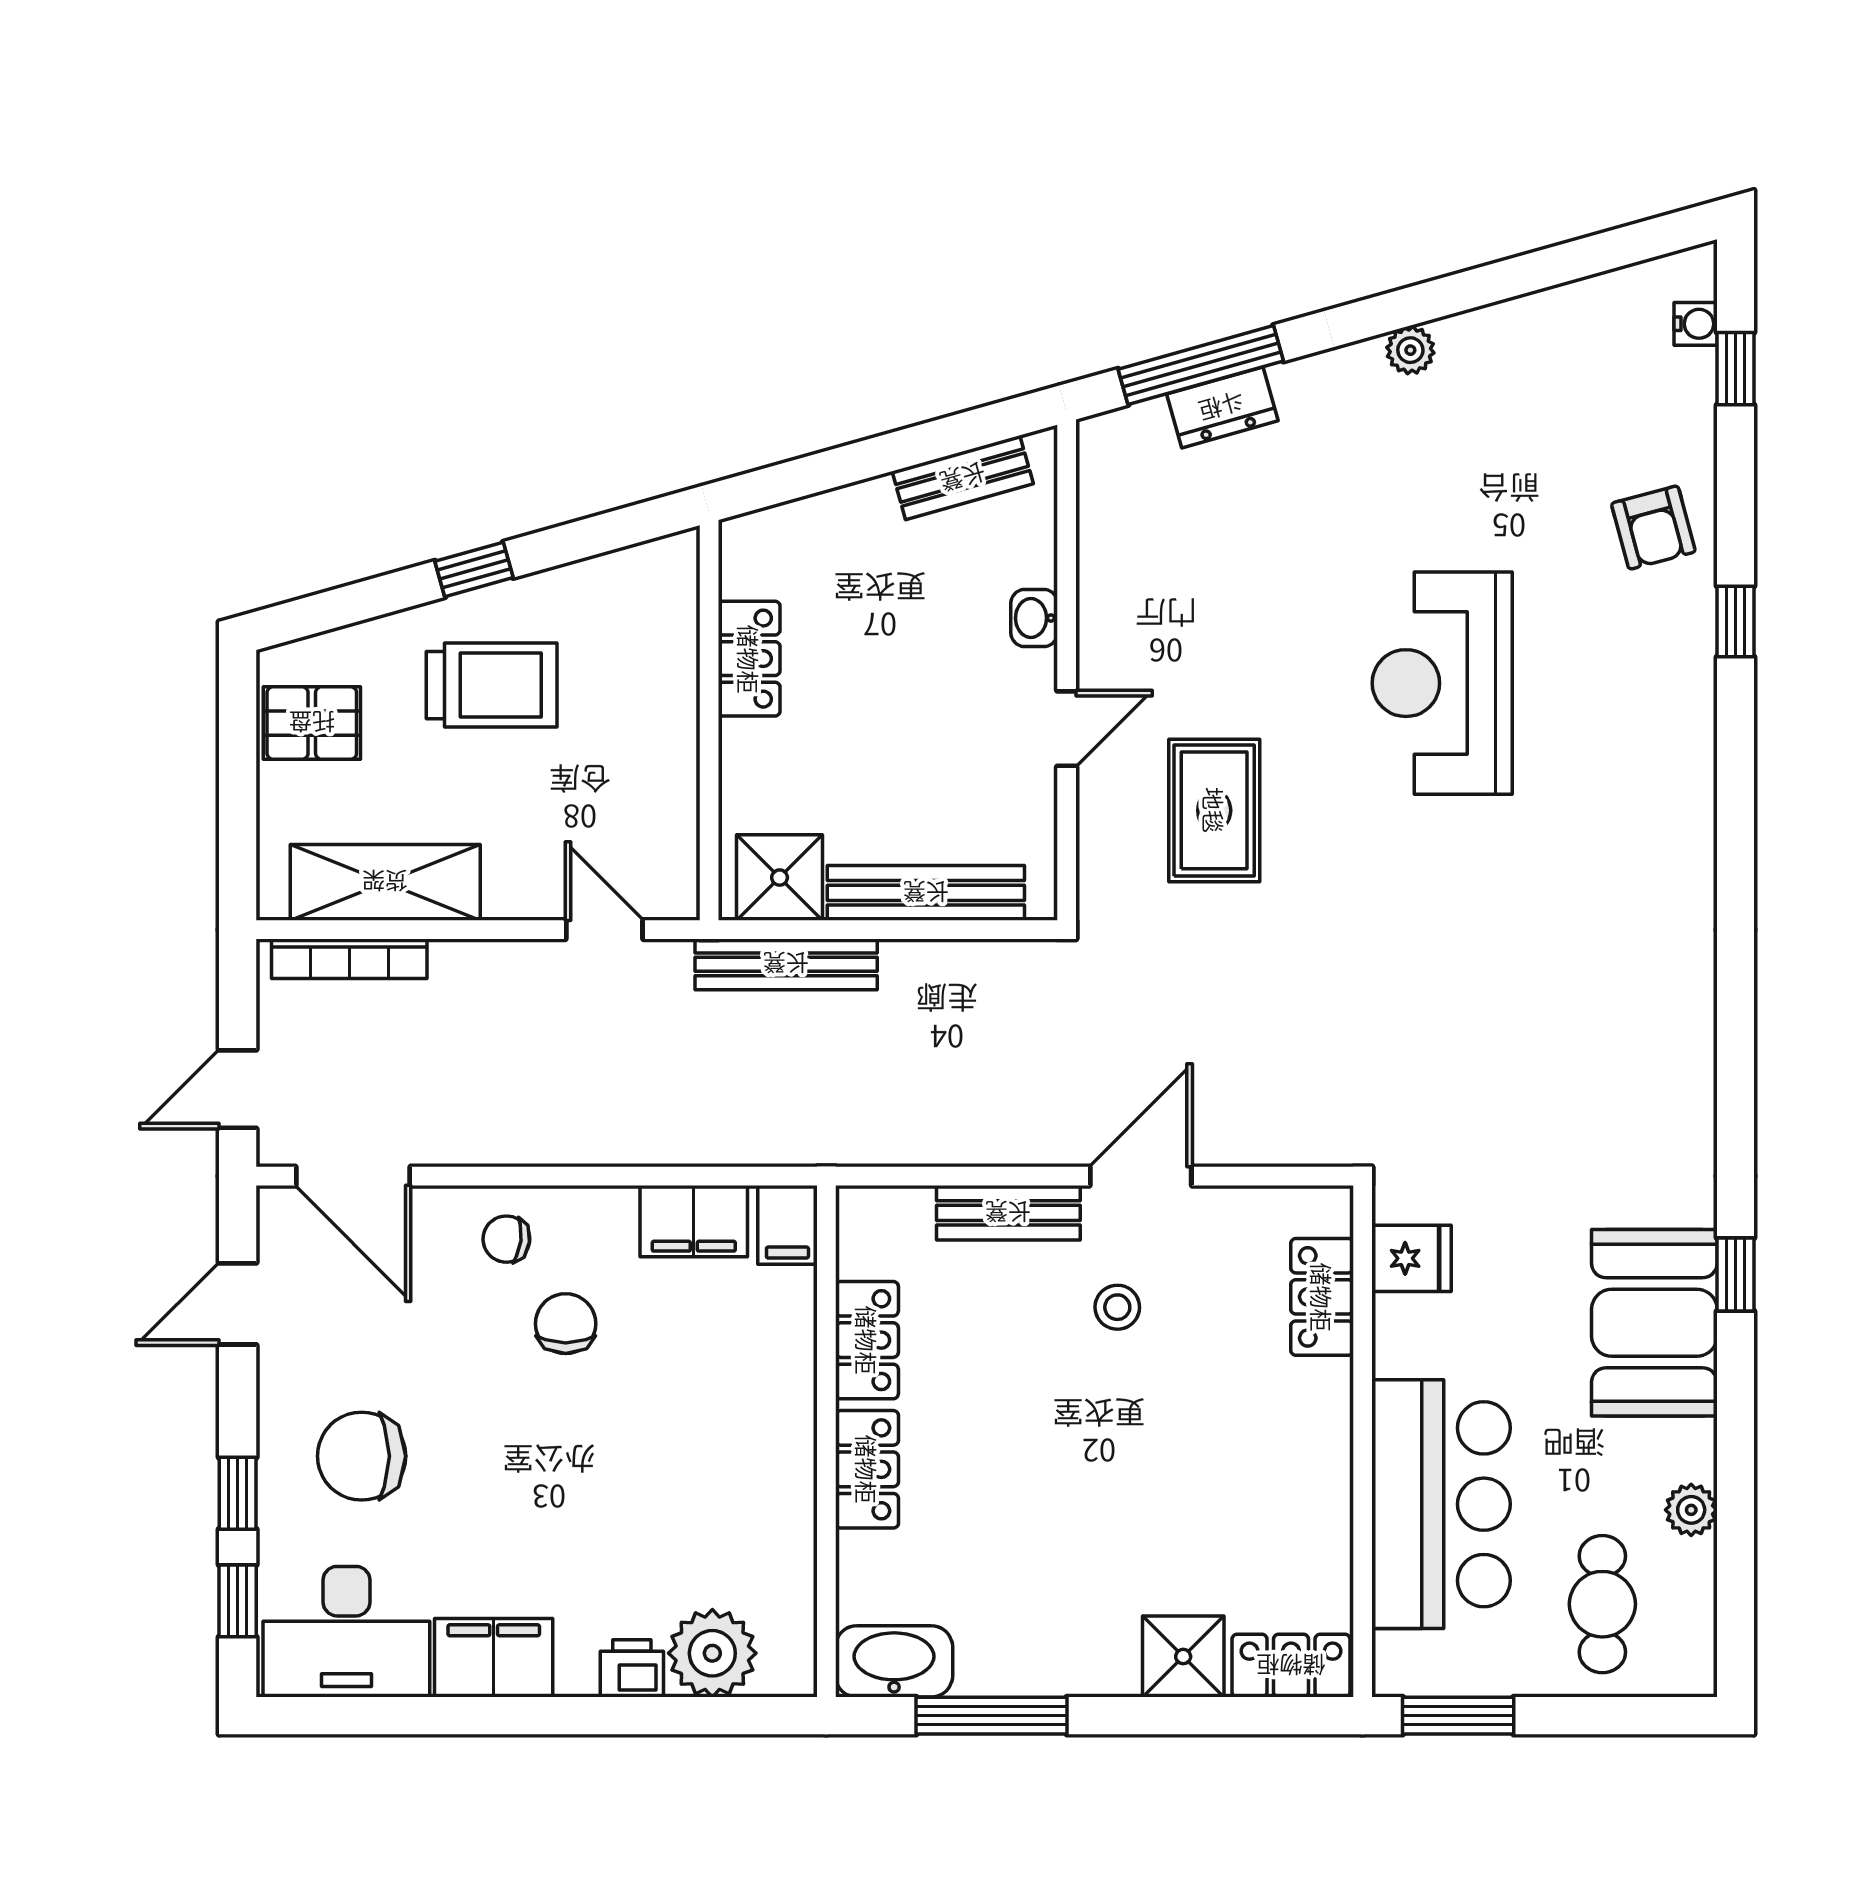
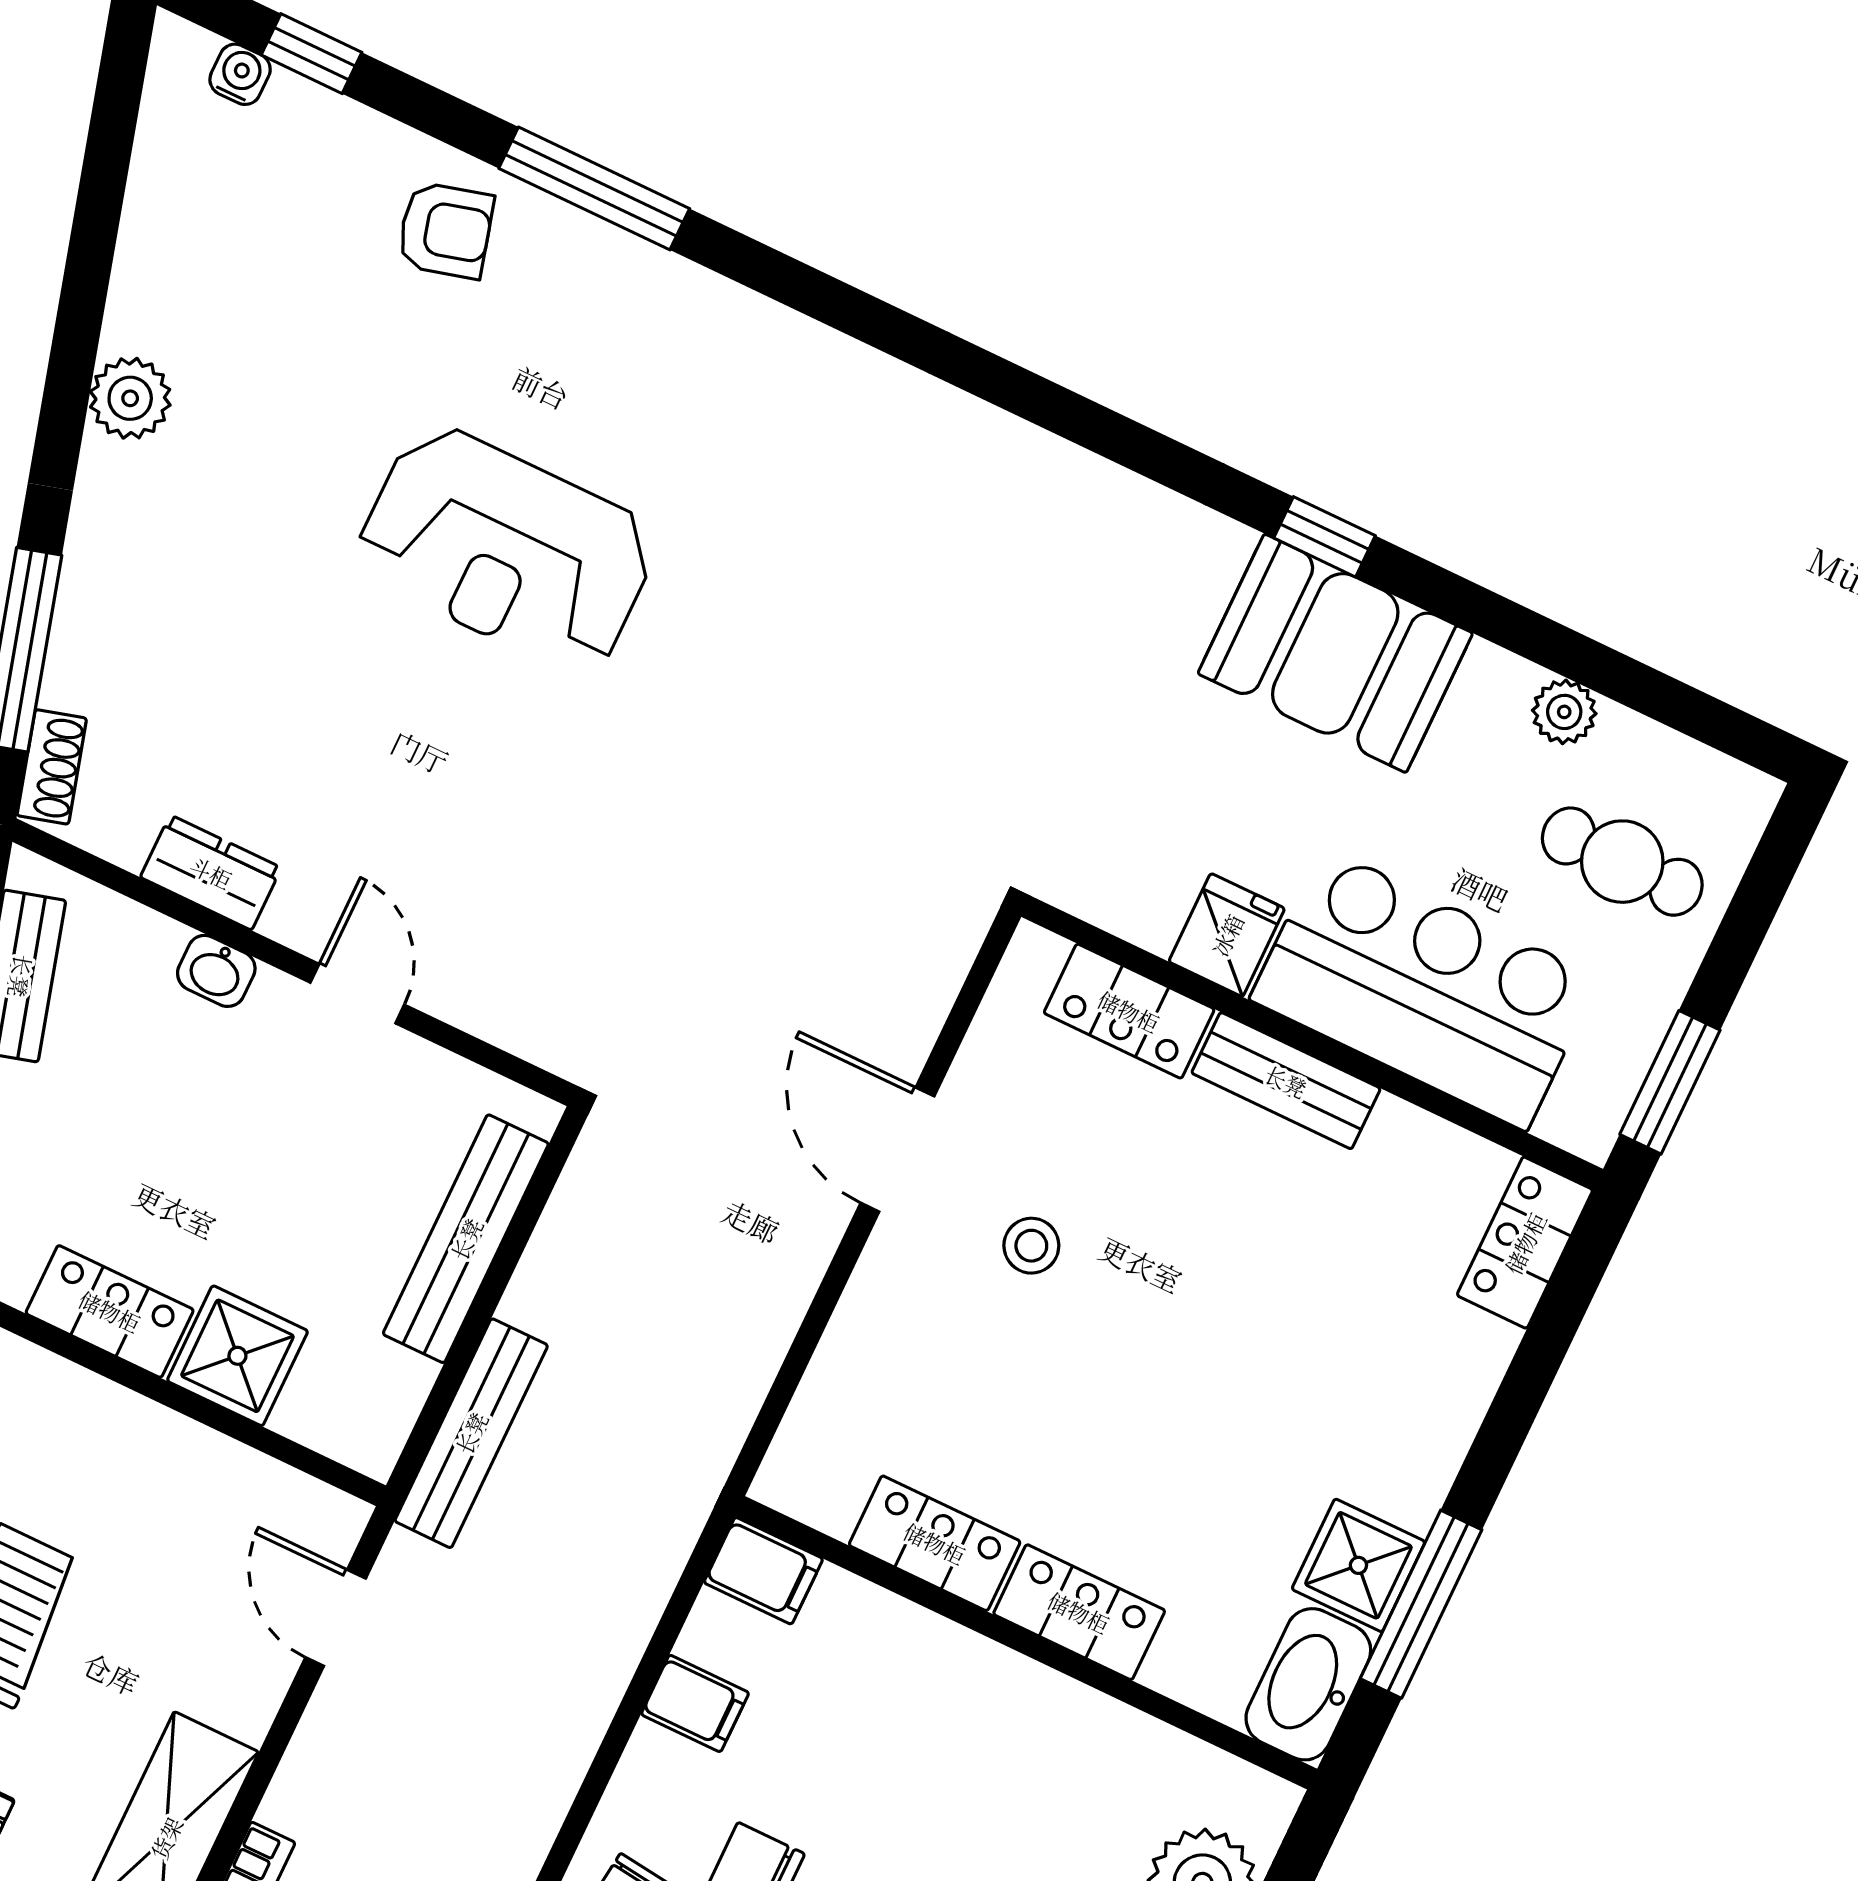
plant: (1410, 350) -> (130, 398), width x1.38, depth x1.38
dresser: (1222, 407) -> (211, 872), moved, turned -74
shoe rack: (1126, 427) -> (52, 767), added
window: (1735, 621) -> (594, 188), width x2.17
rug: (1214, 810) -> (527, 872), removed
shower: (780, 878) -> (237, 1356), moved
door: (604, 930) -> (336, 1618), hinge flipped
bench: (1008, 1213) -> (1286, 1081), moved, turned 90
filing cabinet: (694, 1221) -> (695, 1703), width x0.50
fridge: (1411, 1258) -> (1227, 935), moved
shower: (1183, 1657) -> (1358, 1565), moved

